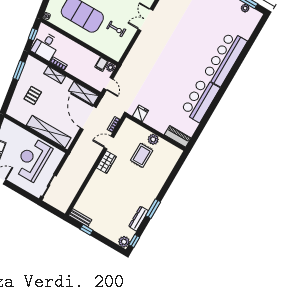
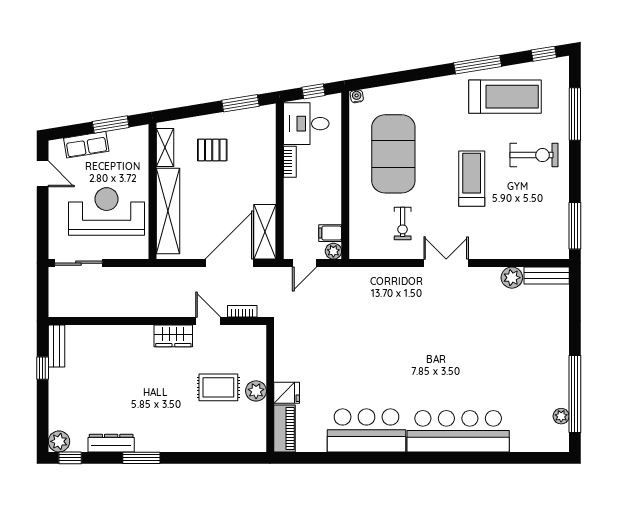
shelving: (55, 75) -> (165, 148), moved
fridge: (141, 113) -> (287, 393), moved

